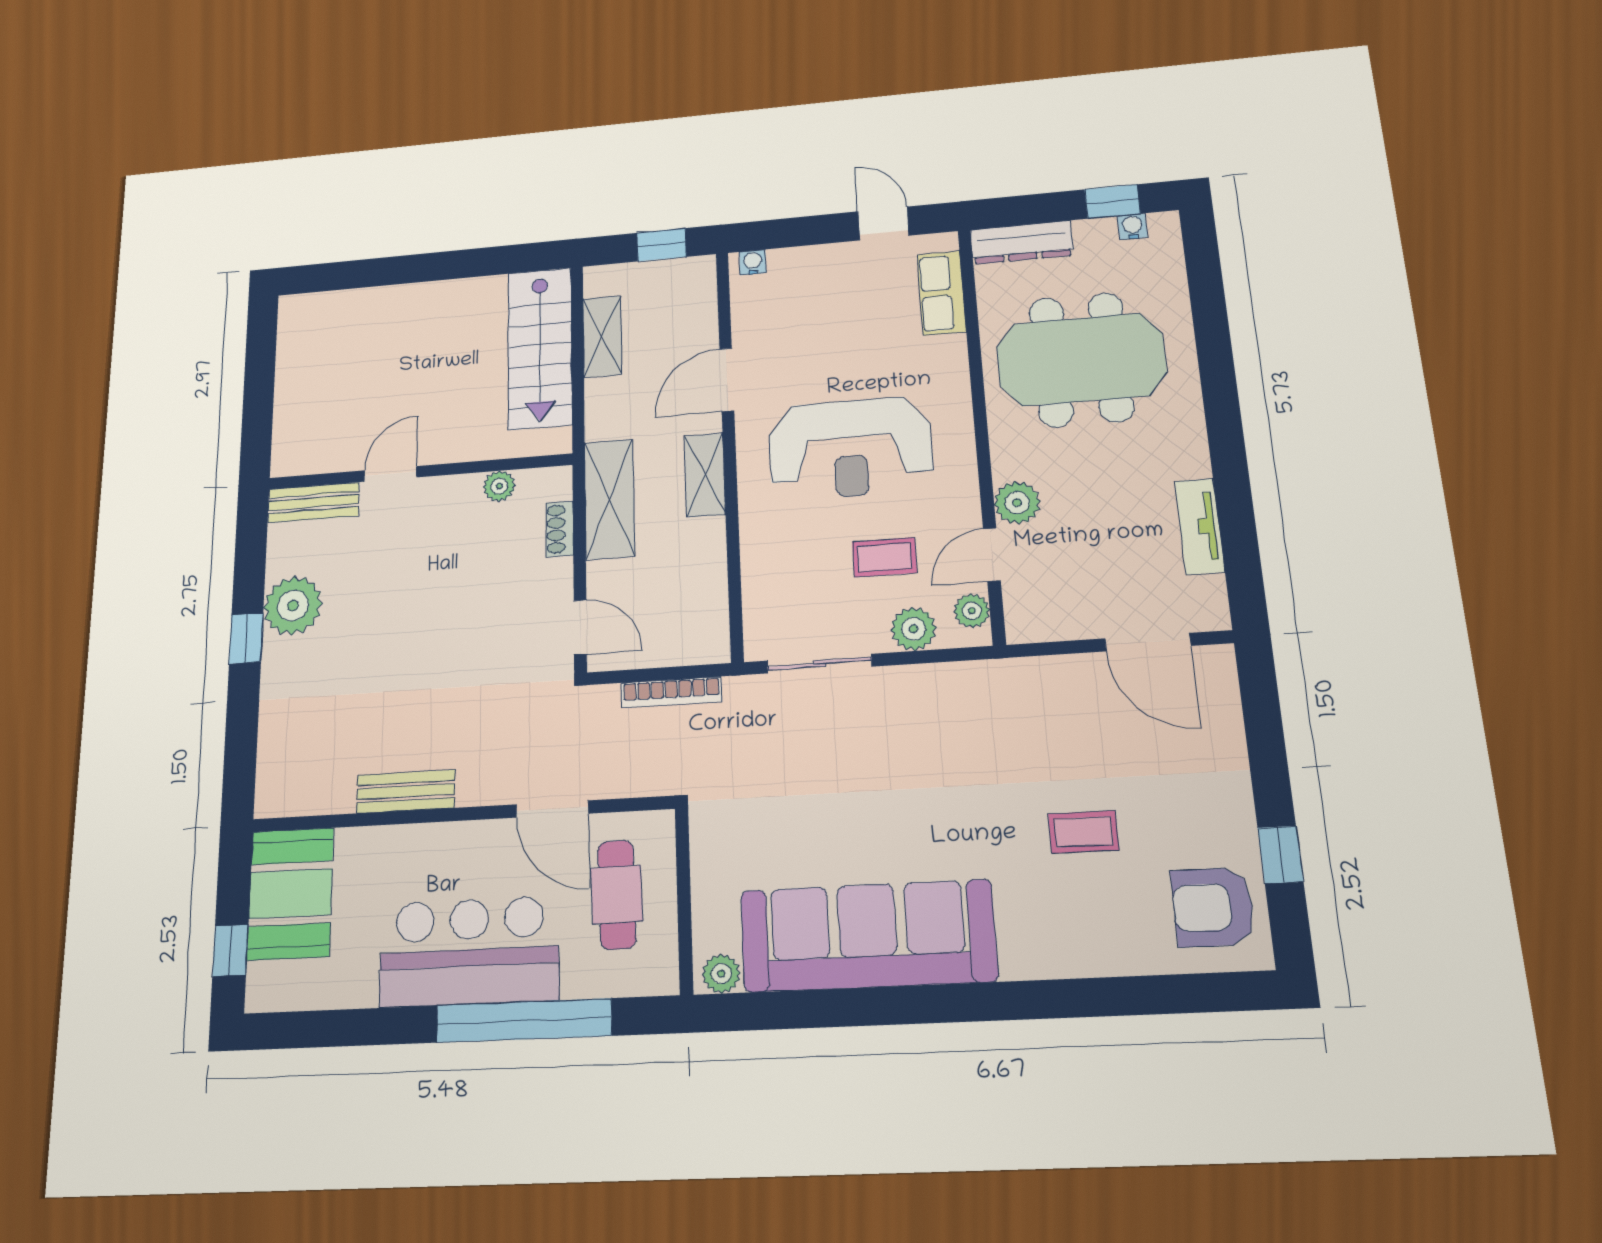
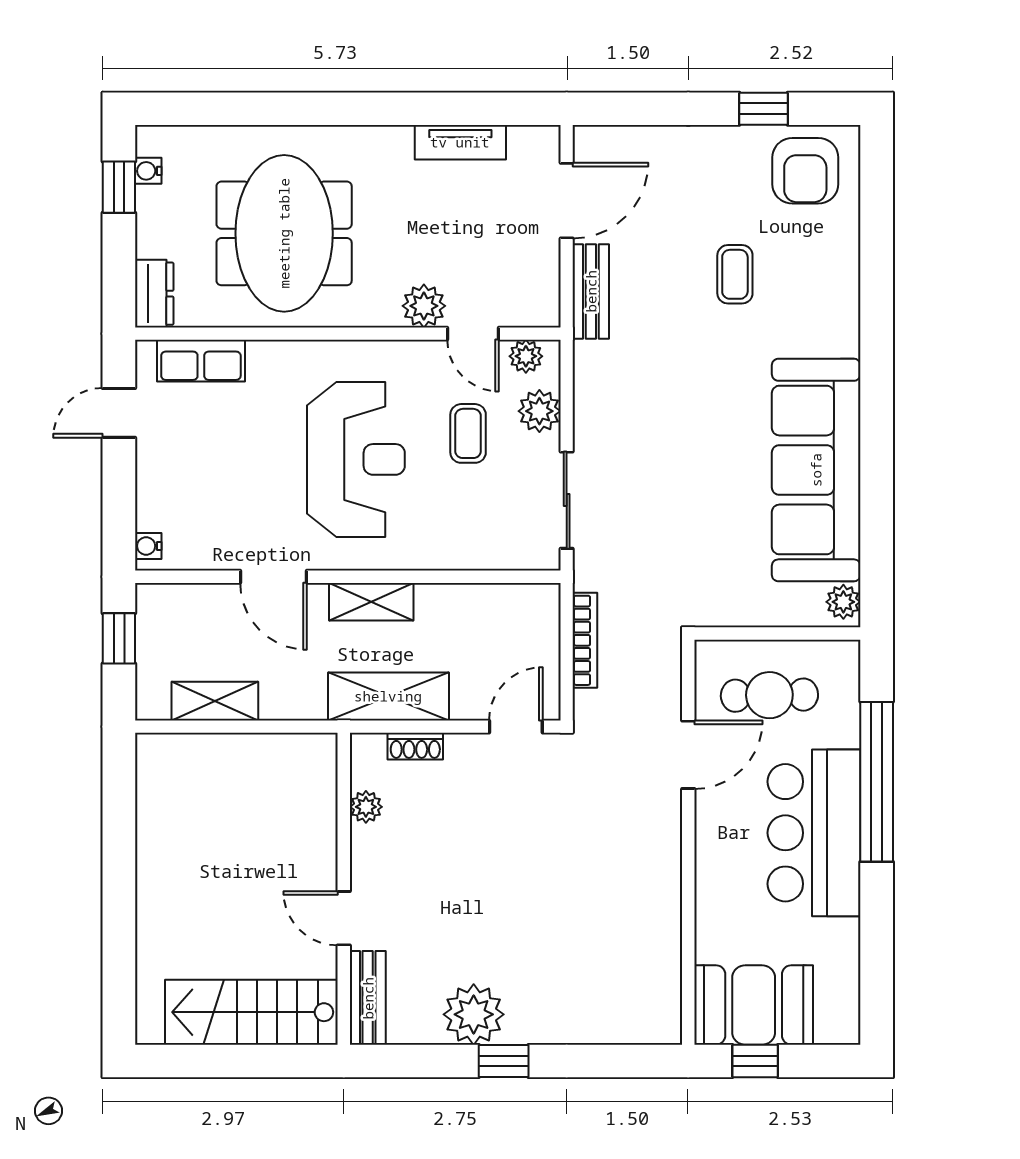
dresser: (1022, 242) -> (154, 294), width x0.70
stairs: (540, 348) -> (251, 1012), moved, turned 180
bench: (406, 792) -> (591, 291), moved
window: (230, 950) -> (755, 1061), moved

